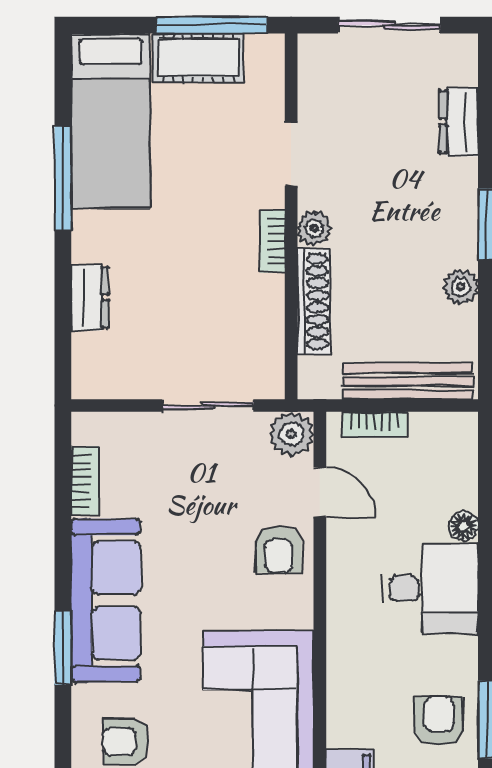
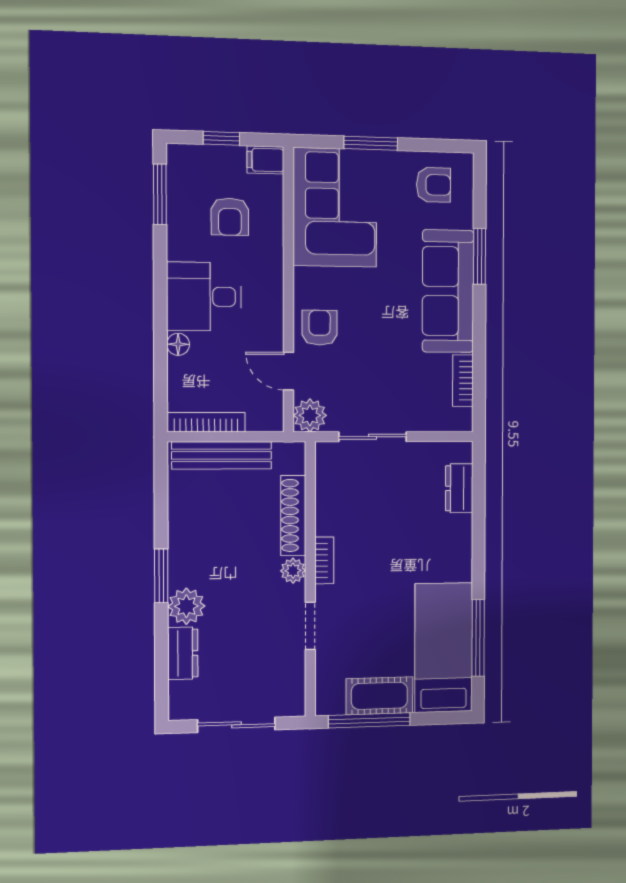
window: (63, 178) -> (478, 638), moved
plant: (461, 287) -> (186, 606), moved, width x1.38, depth x1.38
dresser: (90, 297) -> (459, 488), moved
bookcase: (374, 425) -> (206, 422), moved, width x1.56
armchair: (439, 721) -> (230, 217), moved

